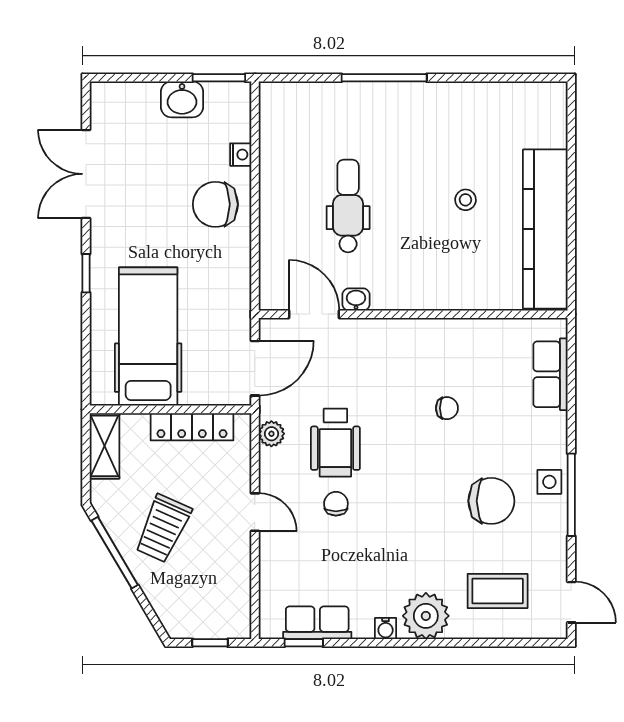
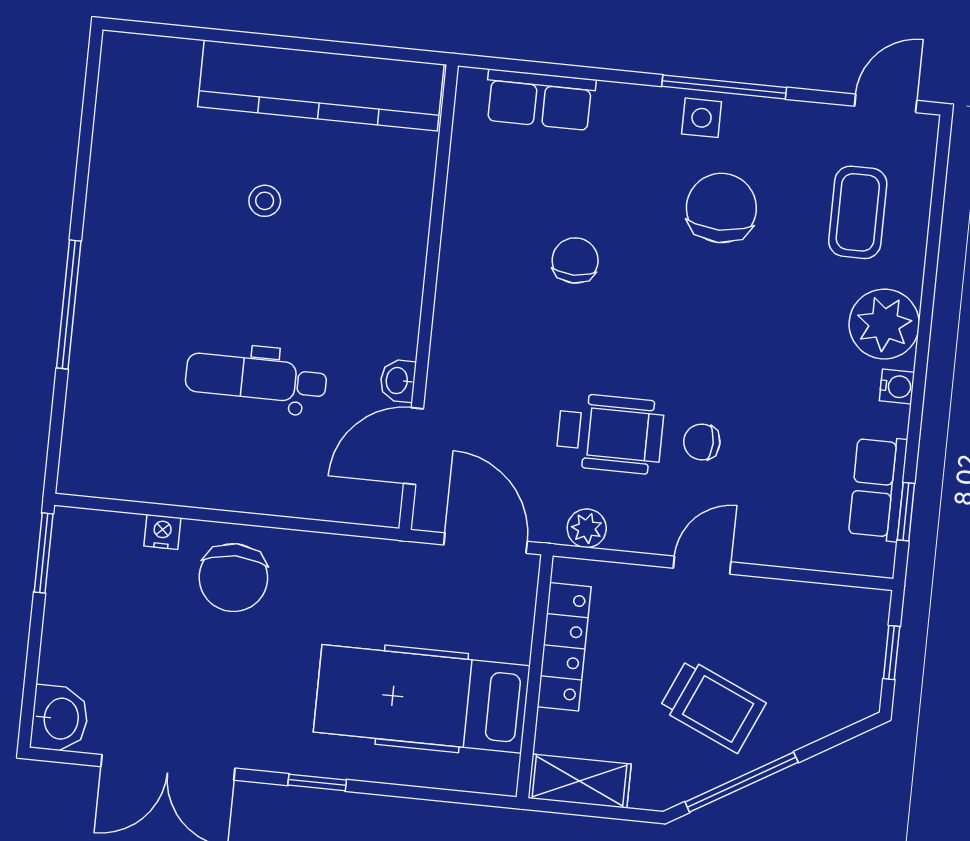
washbasin: (182, 99) -> (60, 718), moved
chair: (447, 408) -> (575, 261), width x1.37, depth x1.37

